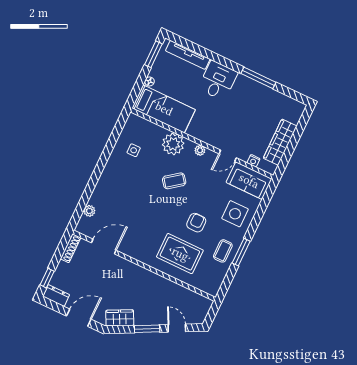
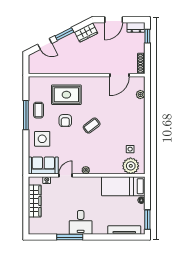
desk: (218, 81) -> (81, 222), moved
plant: (173, 144) -> (131, 166), moved
coffee table: (174, 181) -> (92, 126), moved
window: (241, 252) -> (26, 115), width x1.44

